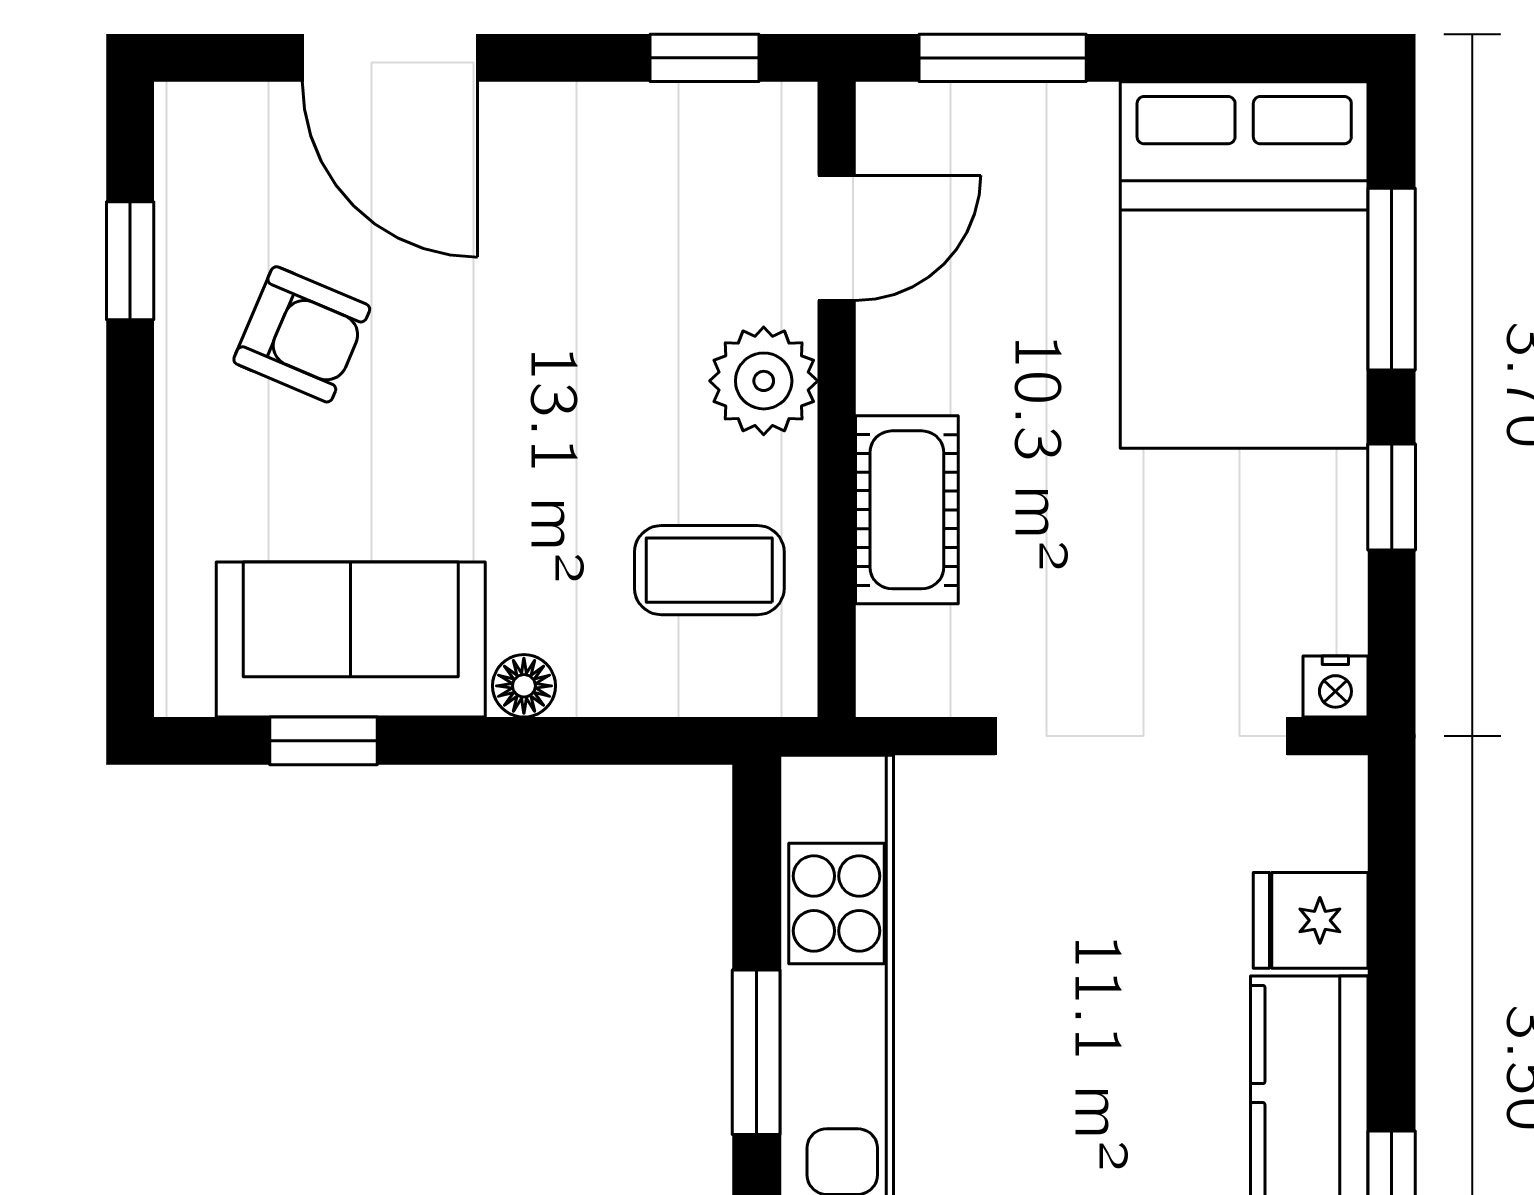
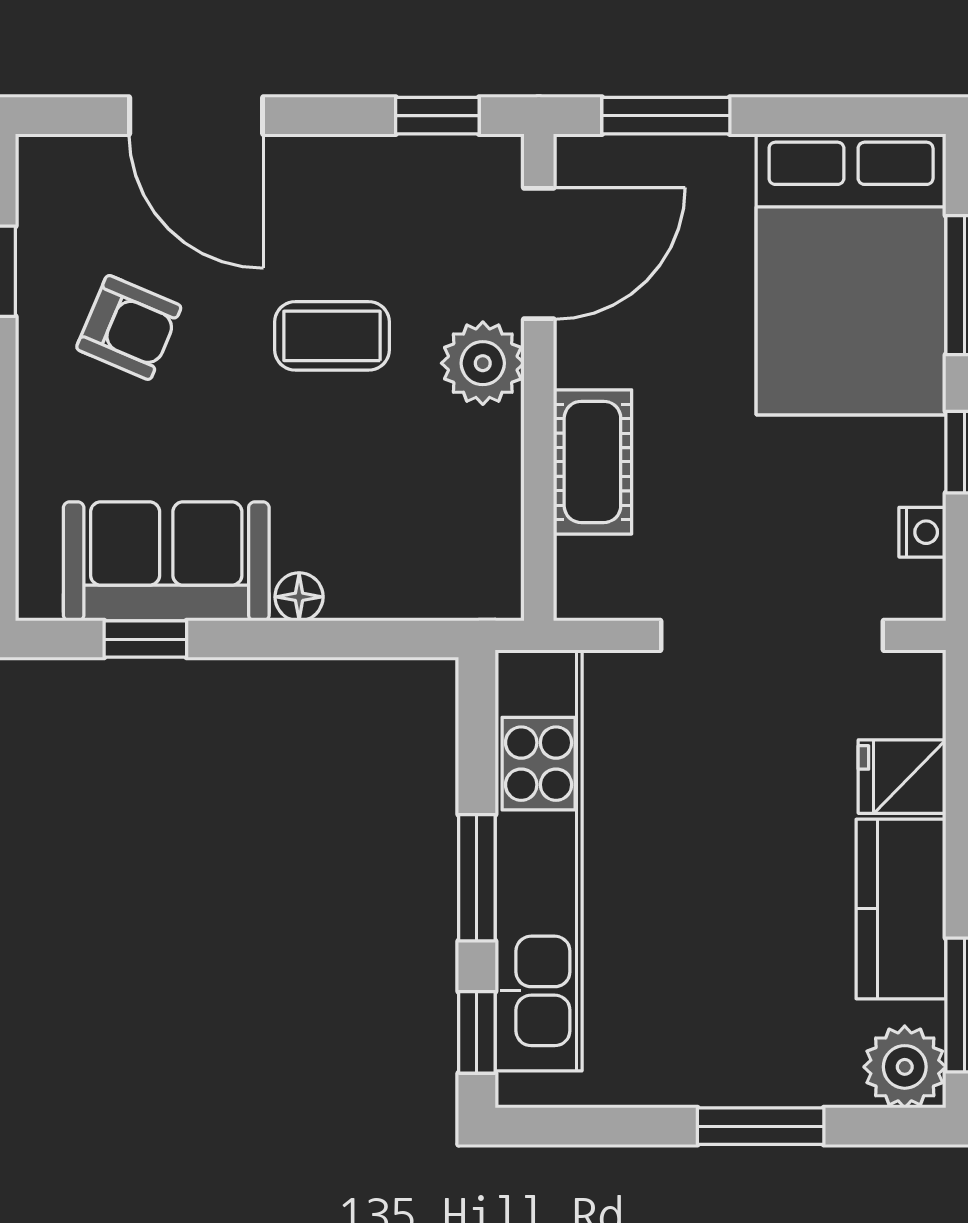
door: (837, 238) -> (539, 254), width x1.38
coffee table: (709, 570) -> (332, 336), moved
nightstand: (1335, 687) -> (922, 532), moved, turned -90

